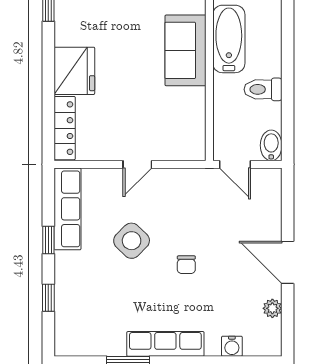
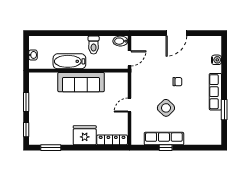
sofa: (186, 50) -> (81, 82), width x1.36
door: (137, 164) -> (129, 105), swing flipped
row of seats: (67, 209) -> (164, 139), moved
window: (48, 298) -> (193, 148), removed
plant: (272, 308) -> (198, 40), removed

